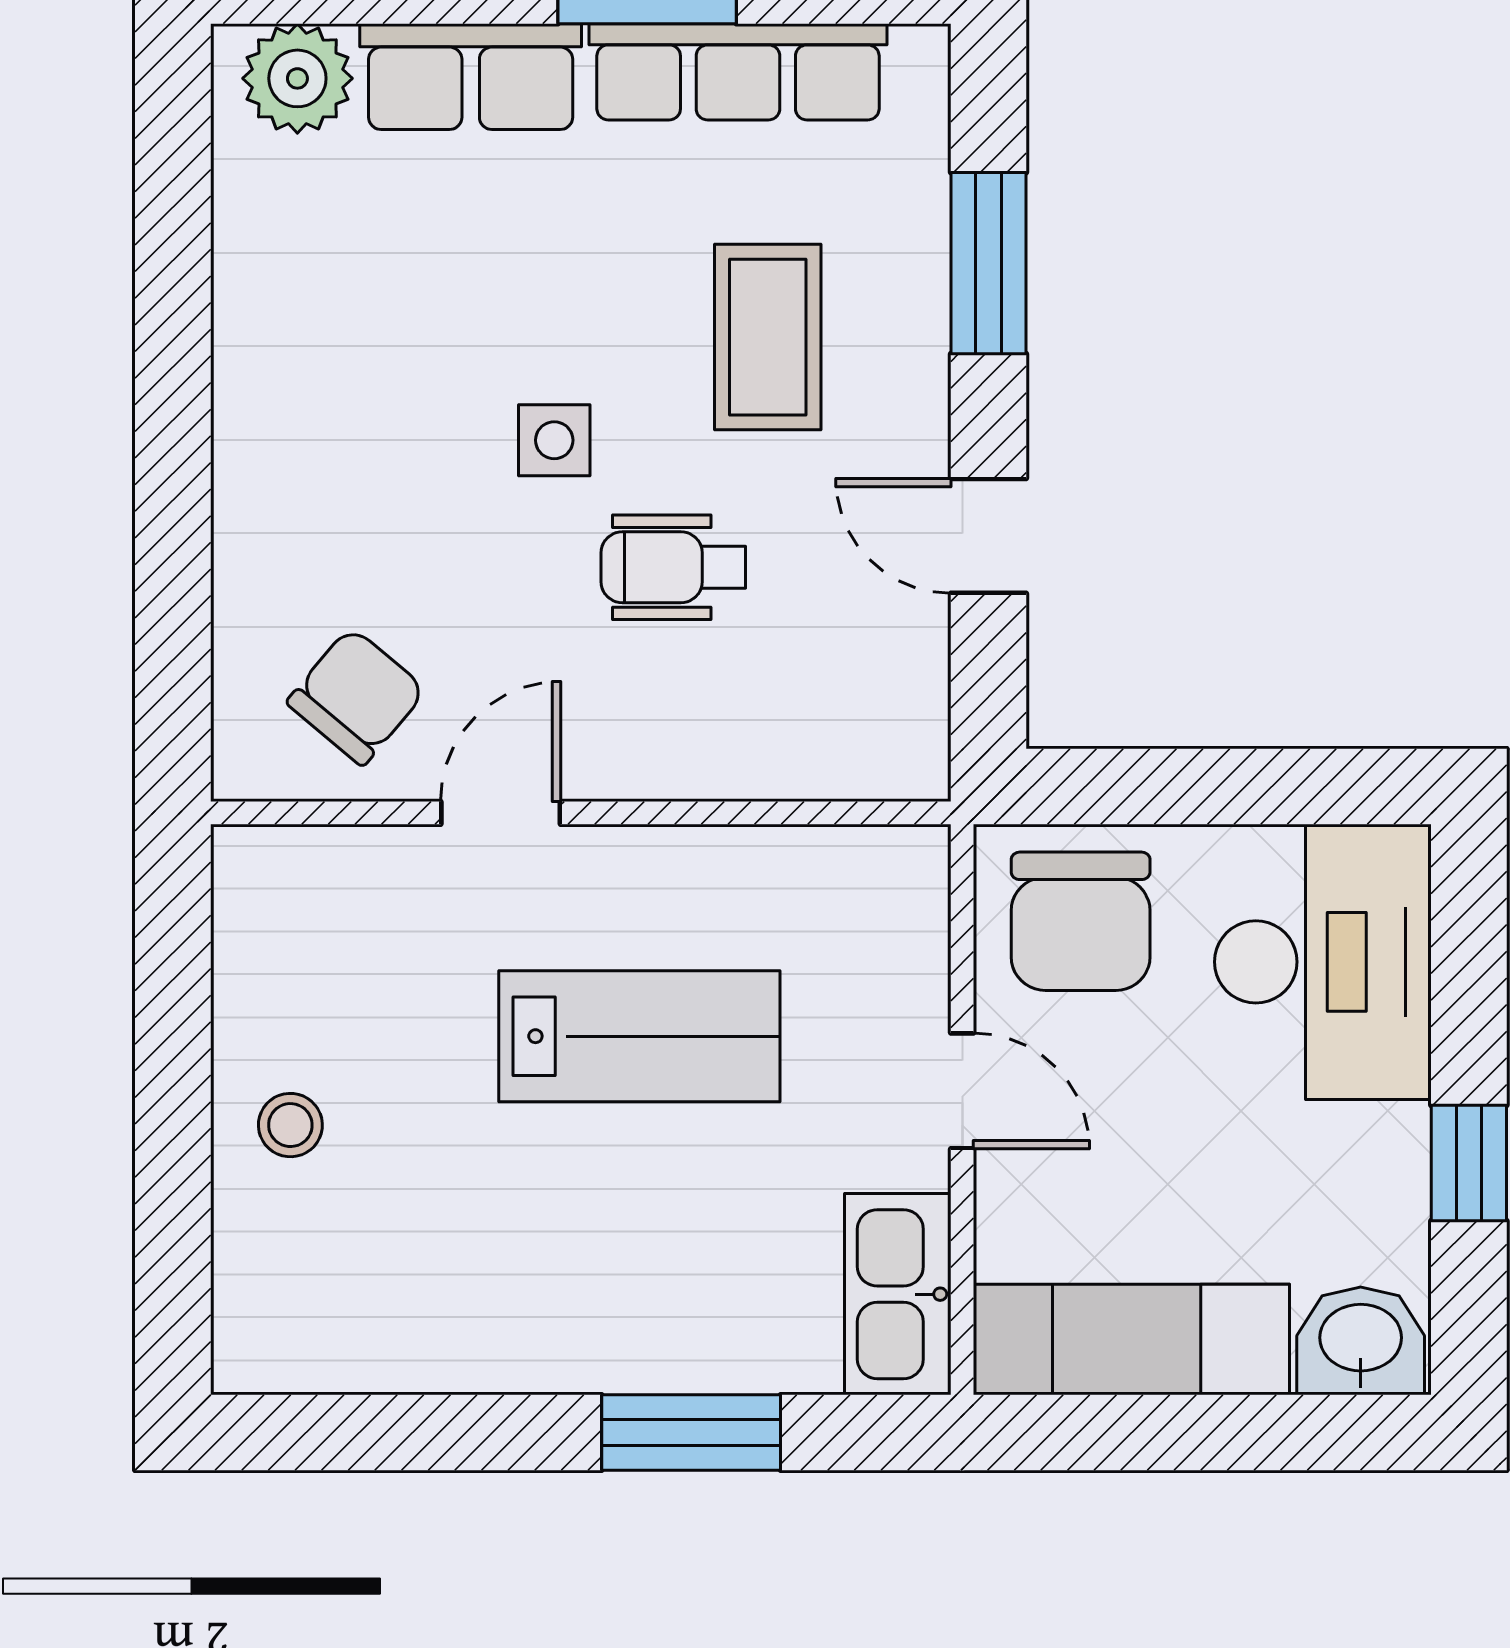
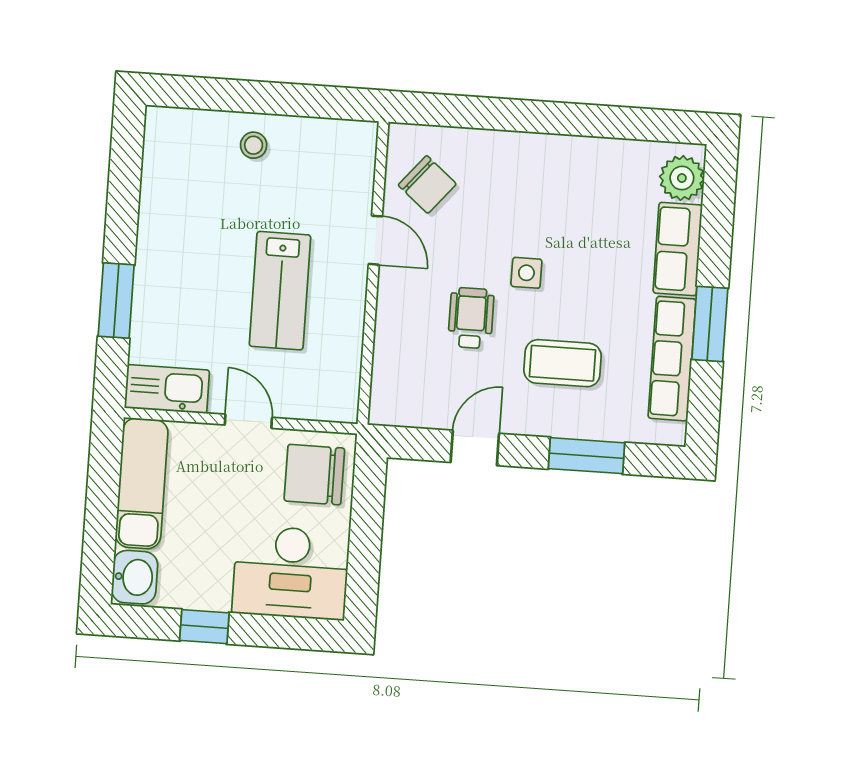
door: (962, 1091) -> (248, 421), swing flipped

